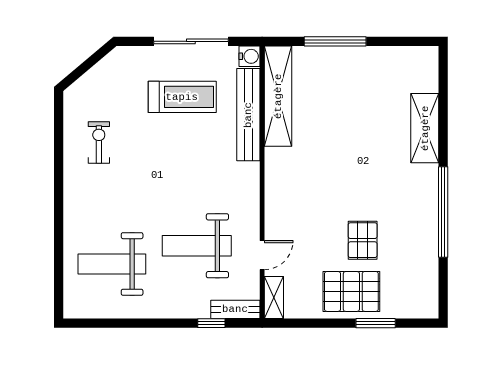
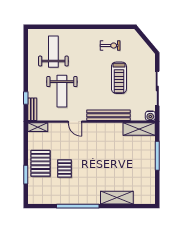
shelving: (278, 96) -> (139, 129), width x0.68
treadmill: (182, 97) -> (119, 78), moved
bench: (248, 115) -> (108, 115), moved
pallet: (363, 240) -> (65, 169), turned 90
weight bench: (197, 246) -> (62, 91), turned 180
door: (262, 255) -> (75, 122), moved

